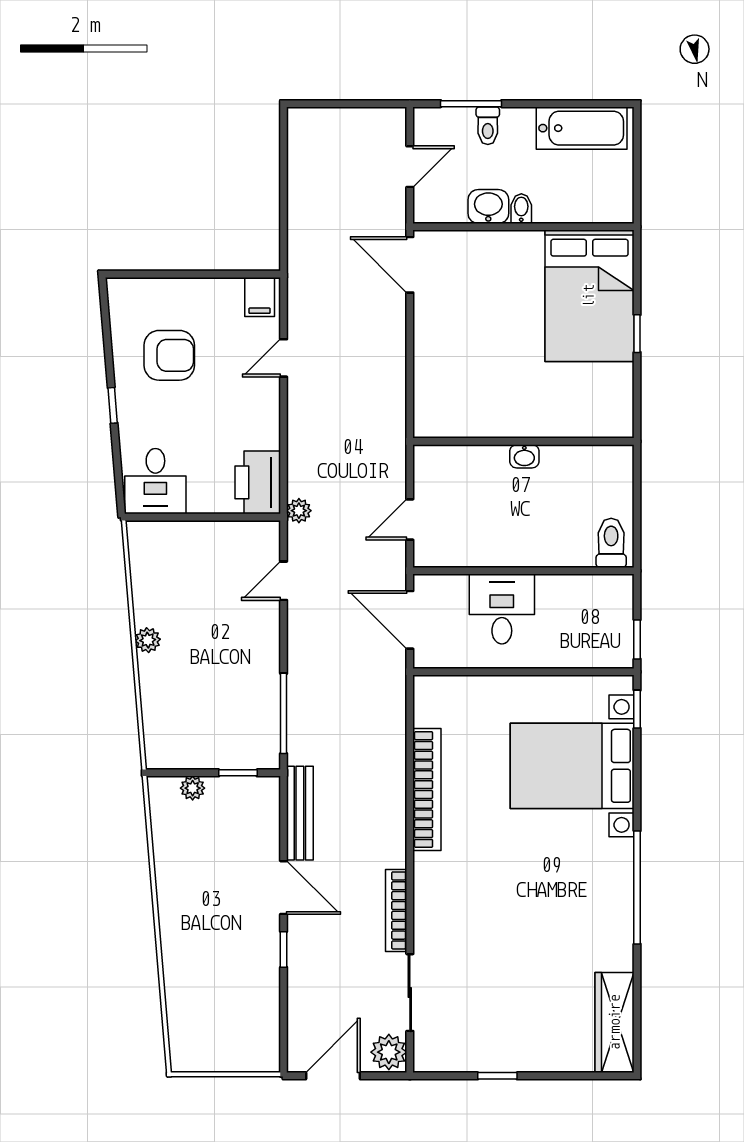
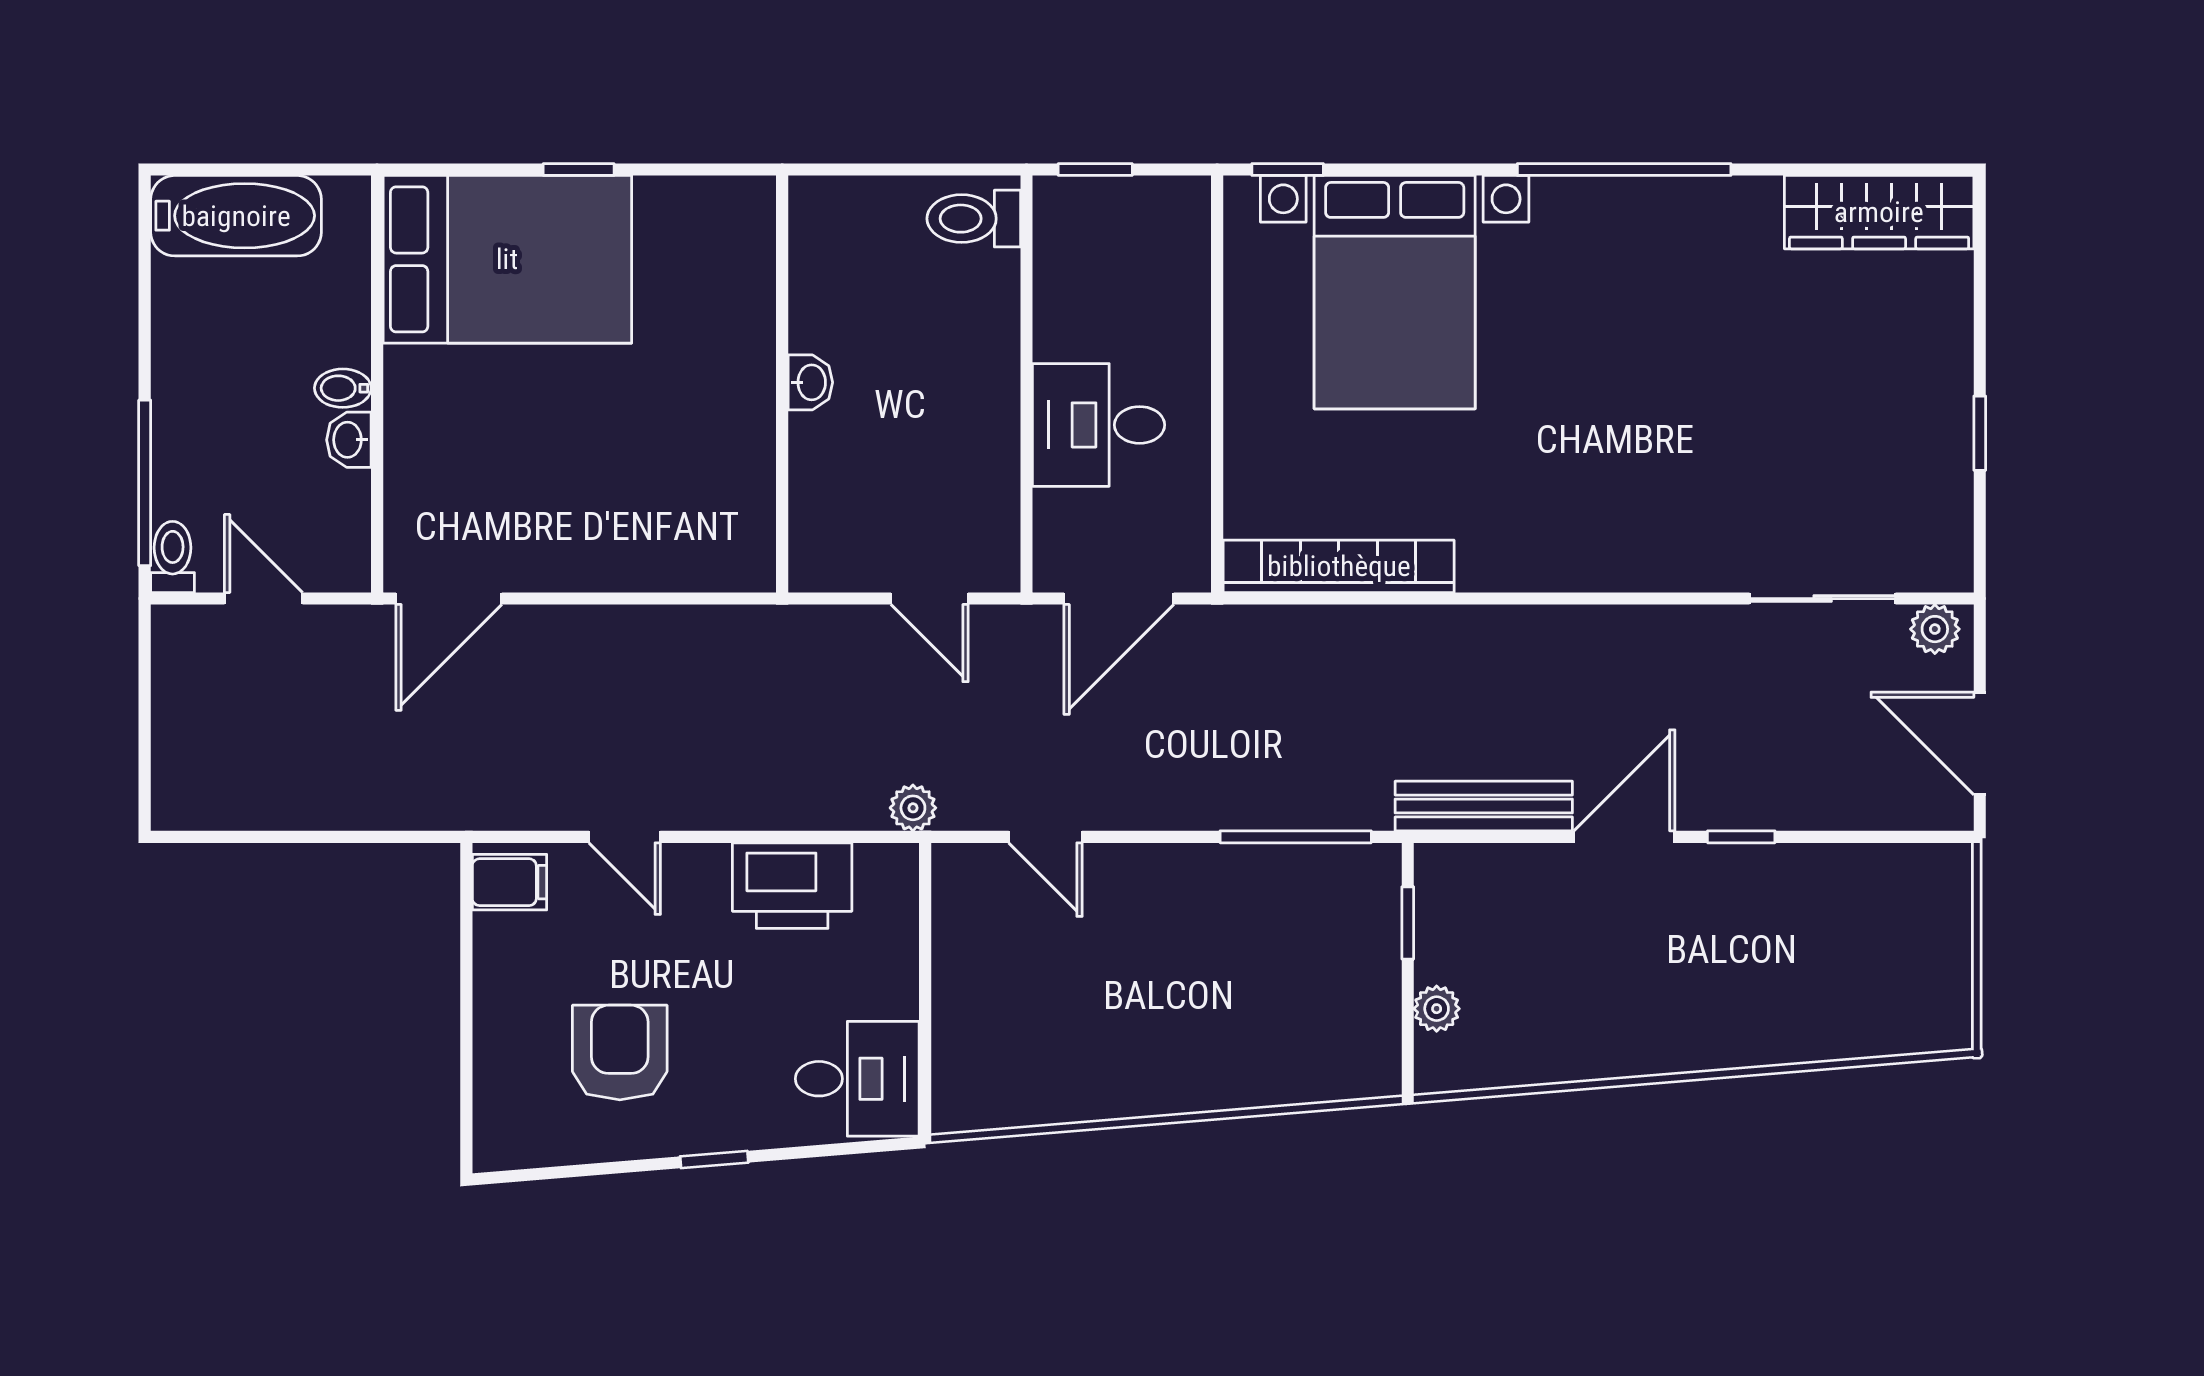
window: (471, 104) -> (145, 483), width x1.44
toilet: (488, 126) -> (173, 557), moved, turned -90
bathtub: (582, 128) -> (236, 216), moved, turned 90
washbasin: (488, 207) -> (349, 440), width x0.72, depth x0.69
printer: (258, 482) -> (792, 886), moved
window: (637, 639) -> (1095, 170), moved
plant: (148, 640) -> (1157, 1093), removed
bookcase: (427, 790) -> (1339, 566), moved
bookcase: (396, 910) -> (1668, 624), removed
plant: (389, 1052) -> (1935, 629), width x0.73, depth x0.73

